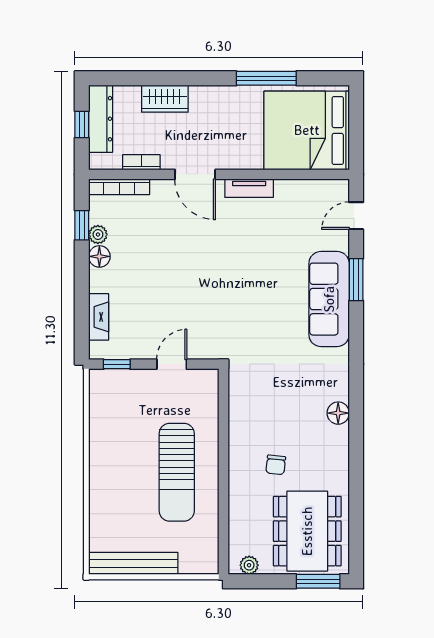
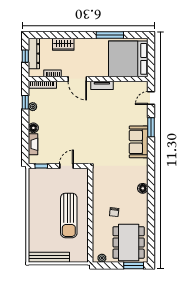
floor lamp: (99, 256) -> (33, 128), moved
sofa: (329, 299) -> (139, 142), width x0.73

